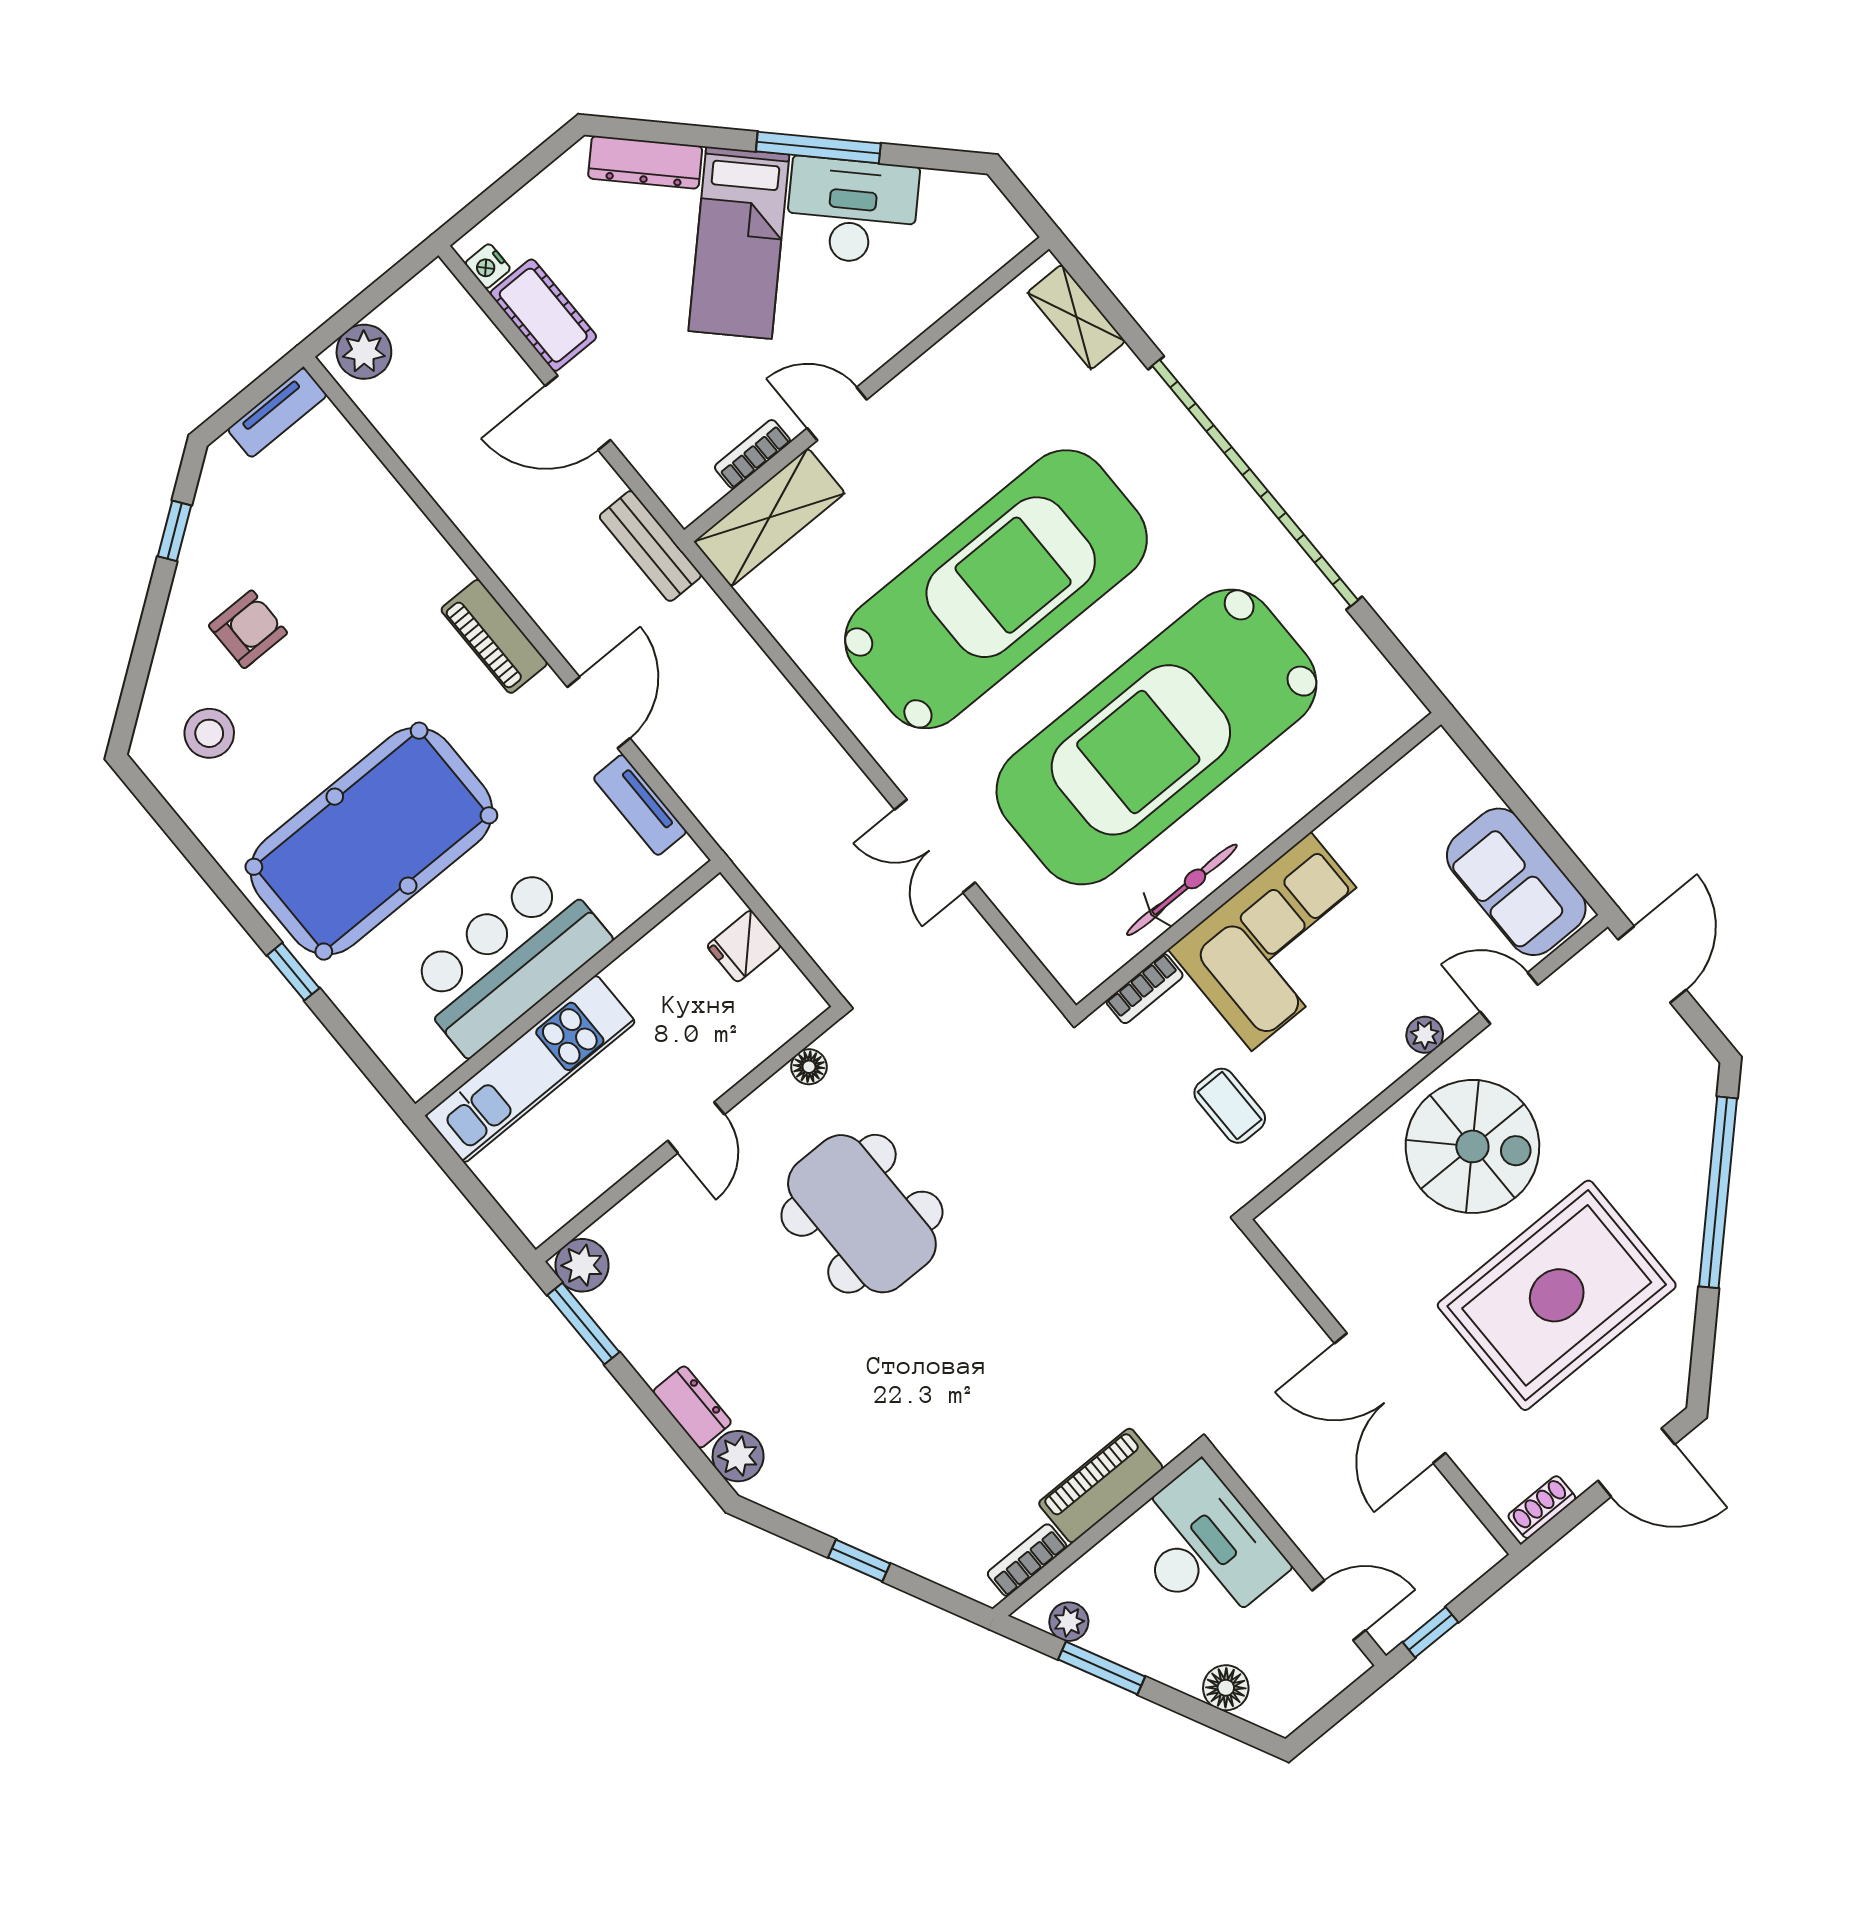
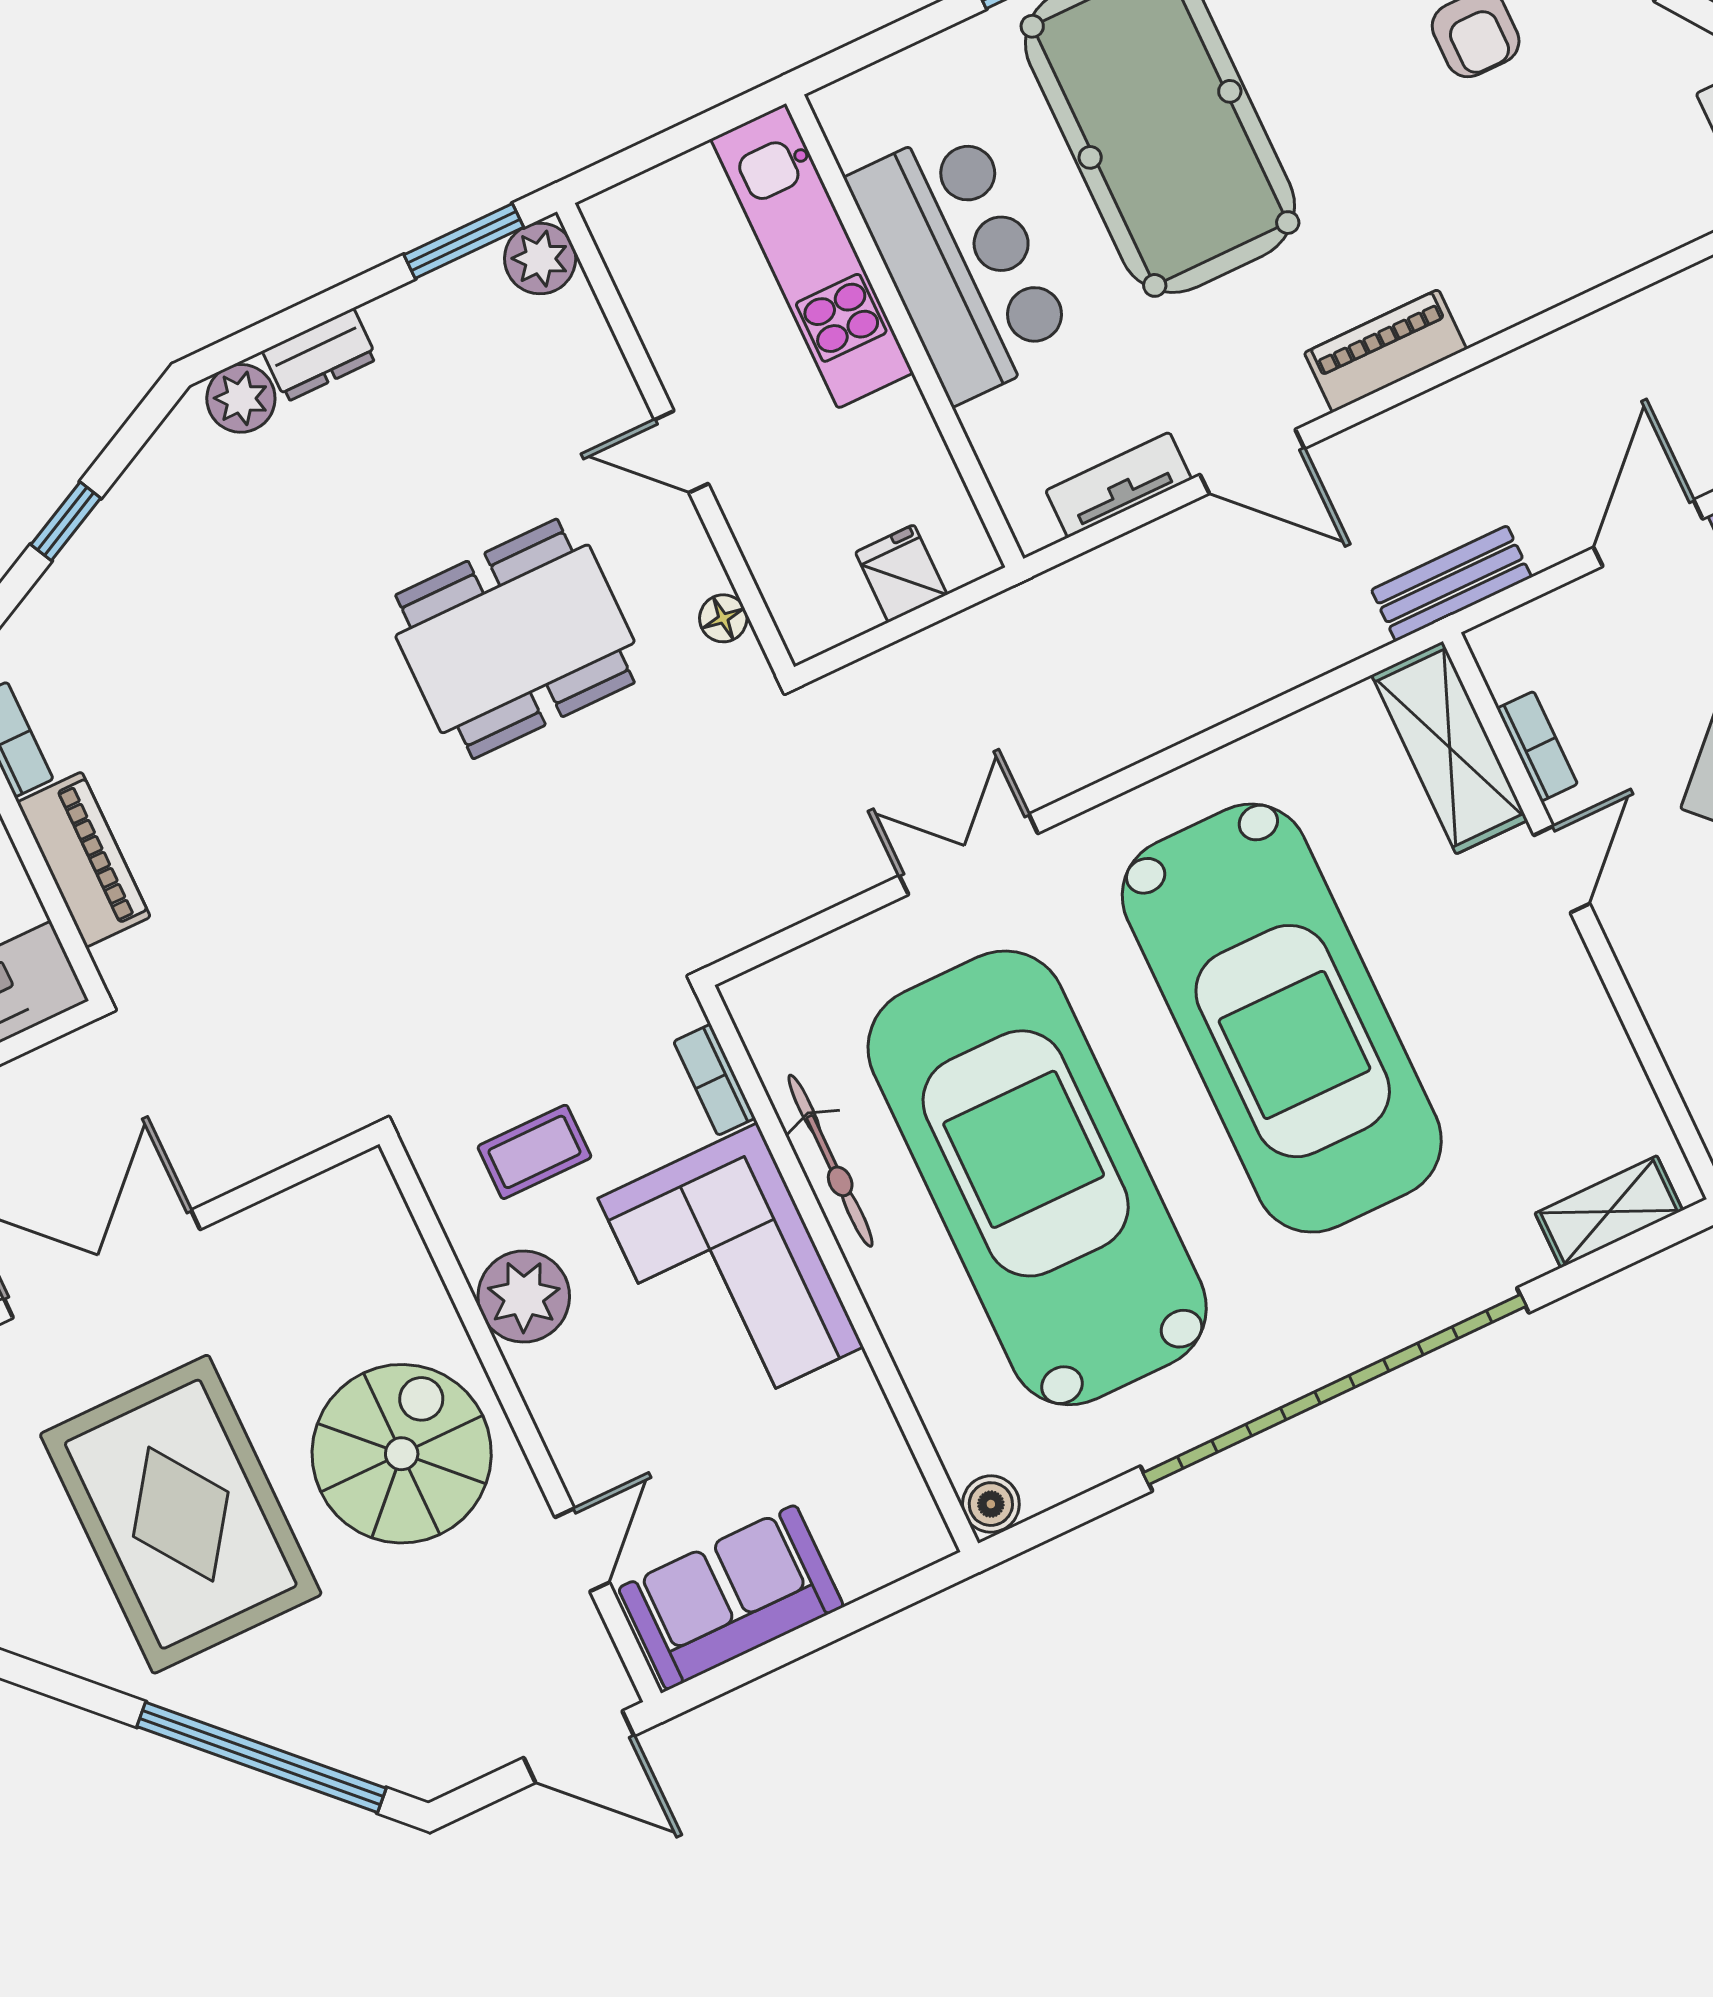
boiler: (1401, 711) -> (991, 1504), added
plant: (1425, 1035) -> (524, 1297), moved, width x1.88, depth x1.88
spiral stairs: (1472, 1146) -> (402, 1454), turned 180

